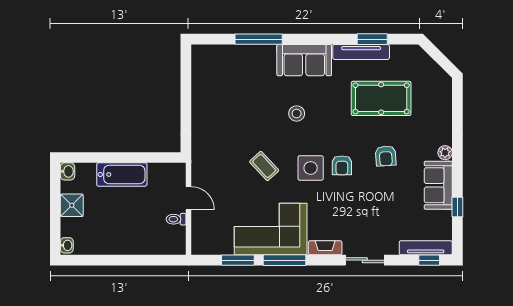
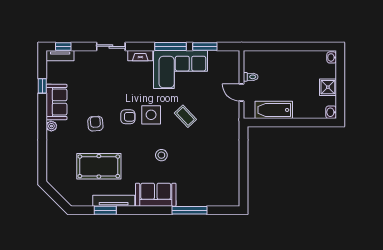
armchair: (342, 165) -> (128, 117), turned 90
bathtub: (122, 174) -> (274, 110), moved
tv unit: (426, 248) -> (60, 56), width x0.71

